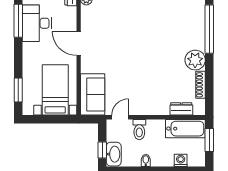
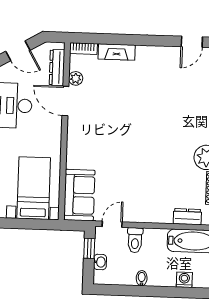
door: (79, 43) -> (65, 101), moved
window: (102, 150) -> (89, 248), moved
washbasin: (114, 154) -> (100, 262), width x0.52, depth x0.69

